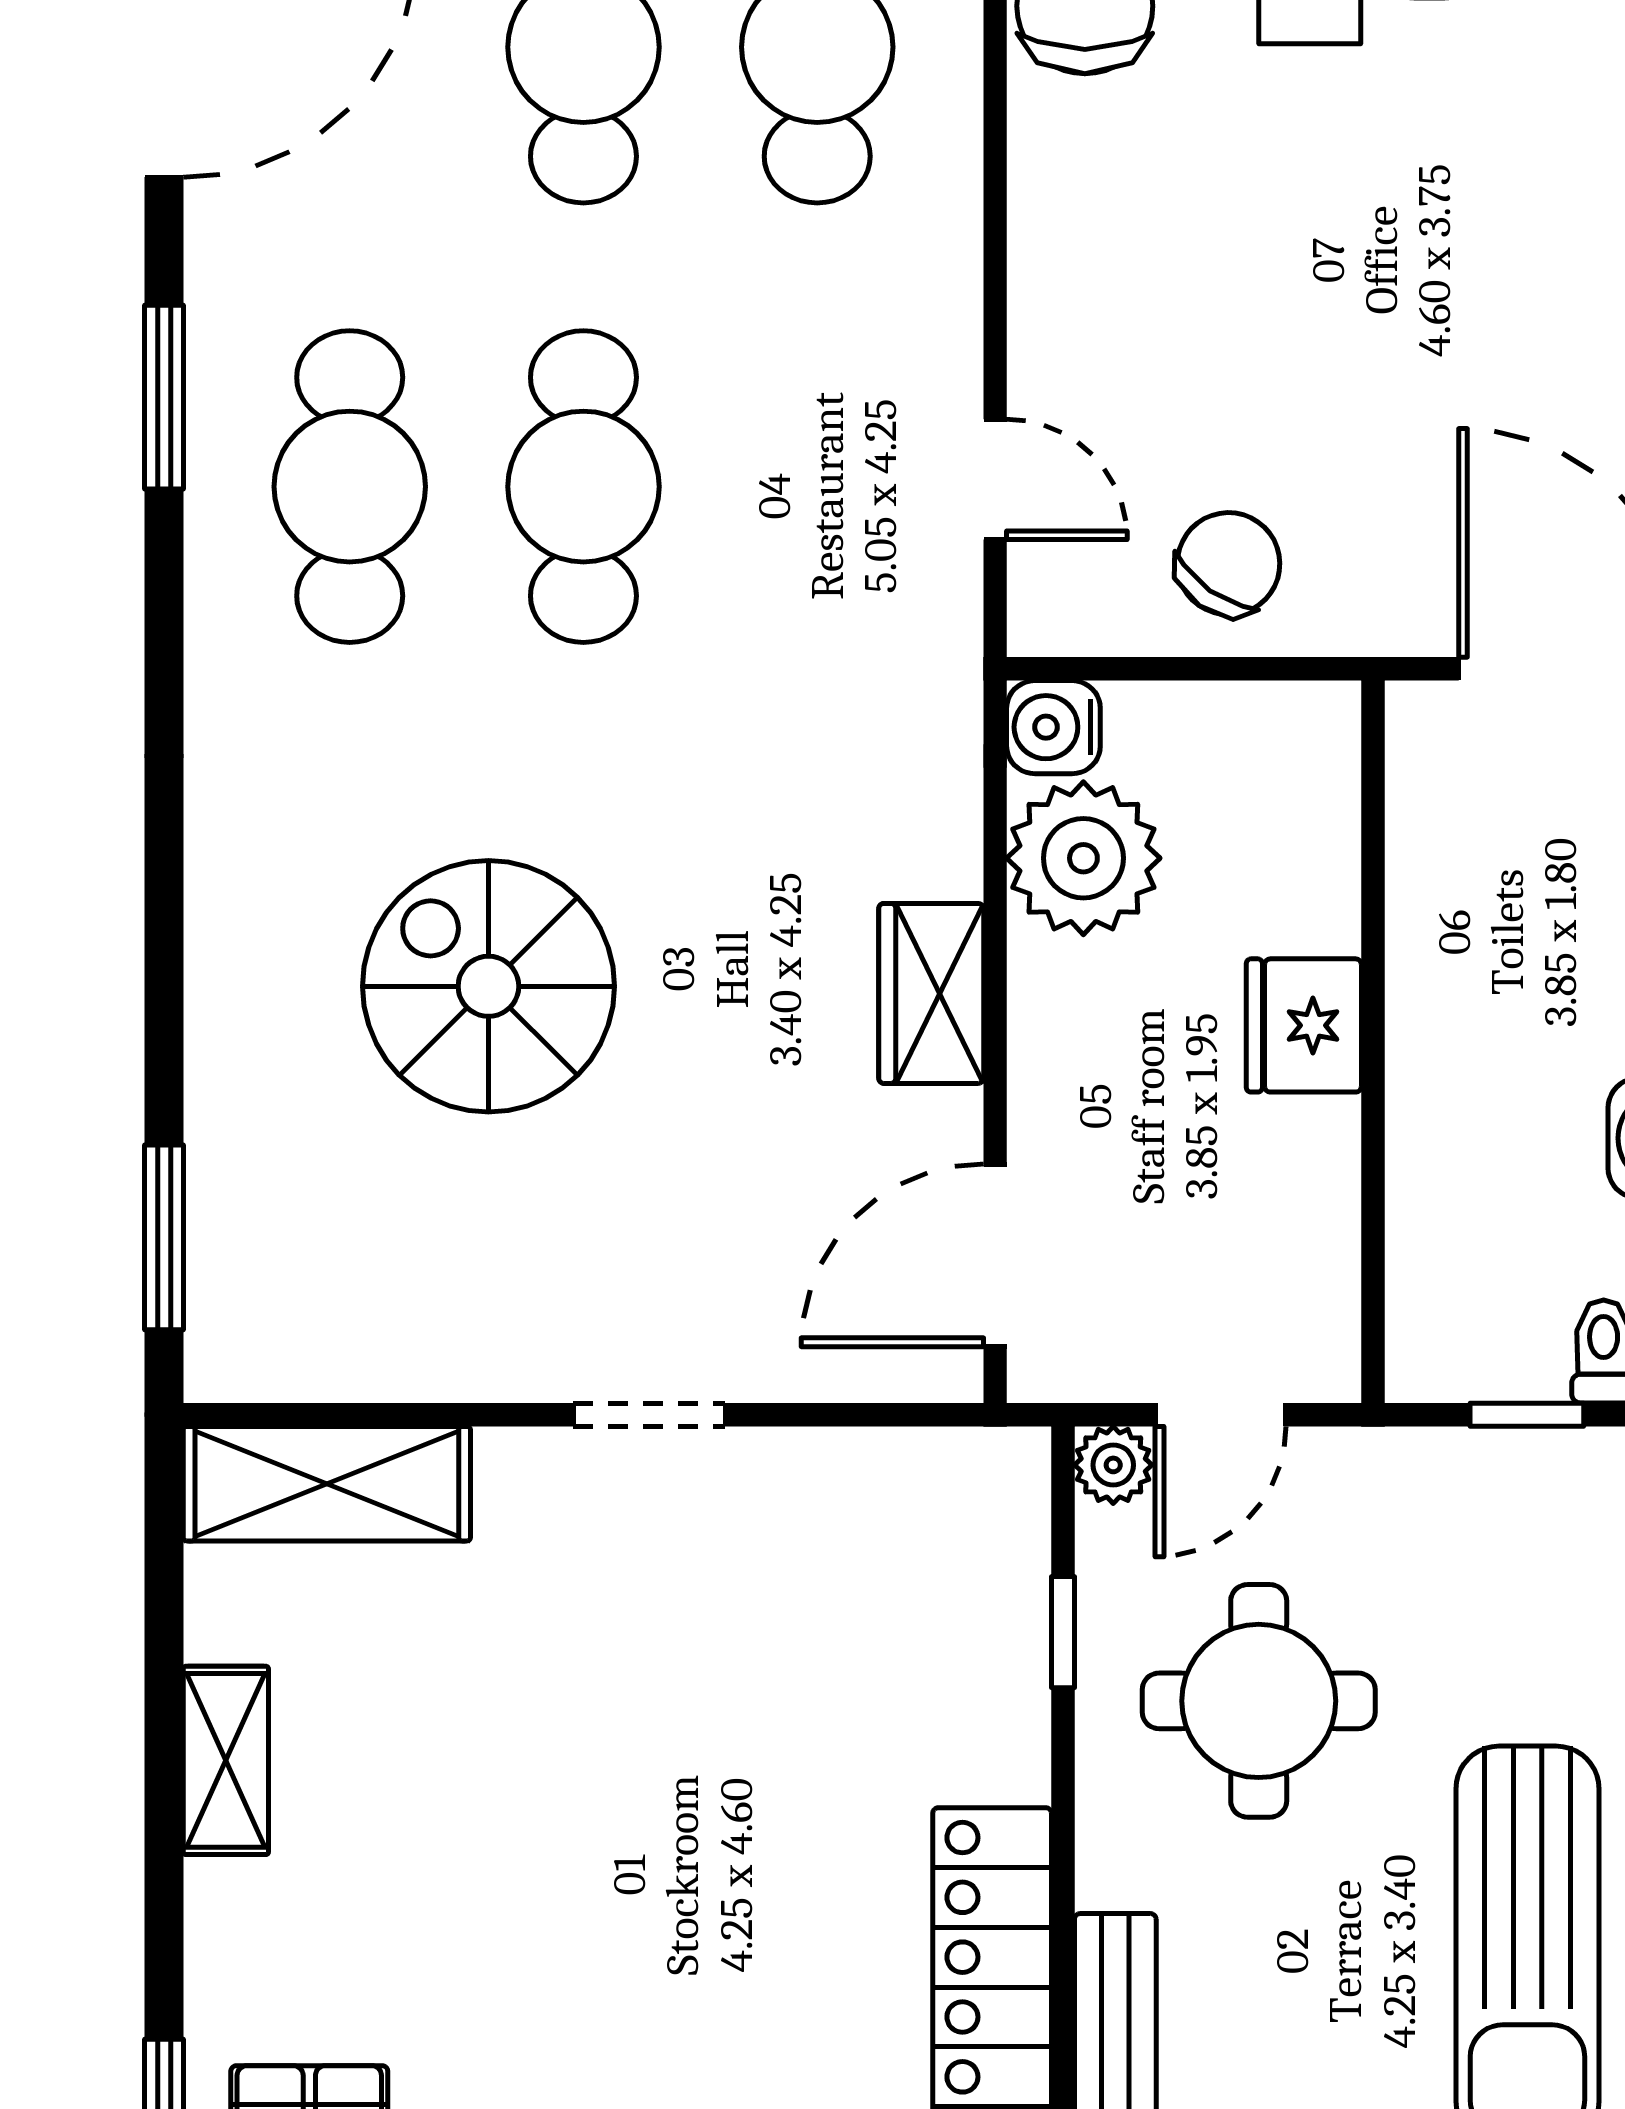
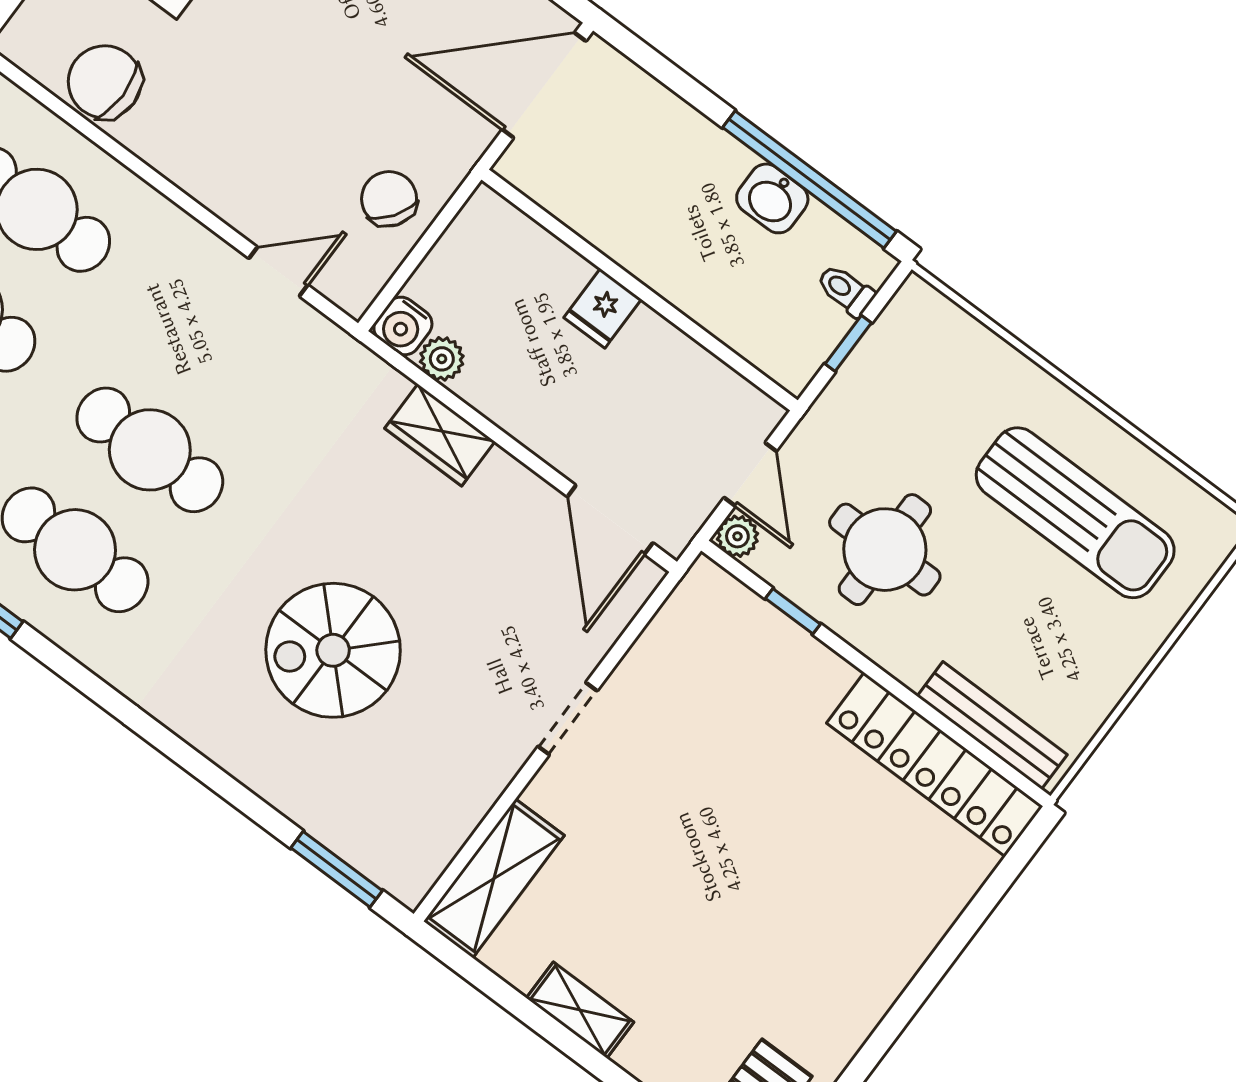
plant: (1083, 858) -> (442, 359), width x0.53, depth x0.53
wardrobe: (931, 993) -> (440, 435), moved
fridge: (1304, 1025) -> (603, 308), width x0.72

